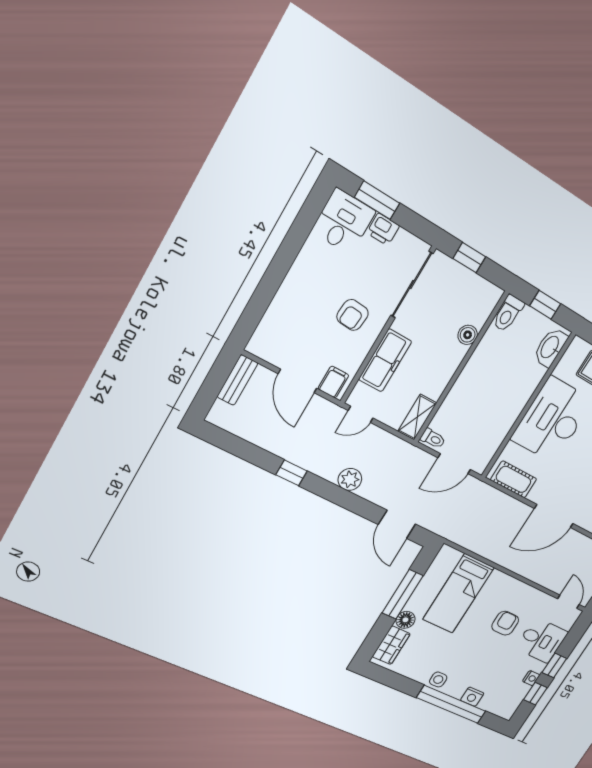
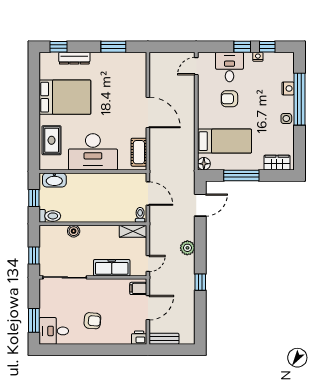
printer: (383, 229) -> (139, 338), moved, turned -90
armchair: (353, 315) -> (92, 321), moved
door: (361, 414) -> (148, 264), hinge flipped
floor lamp: (405, 620) -> (204, 164), moved

